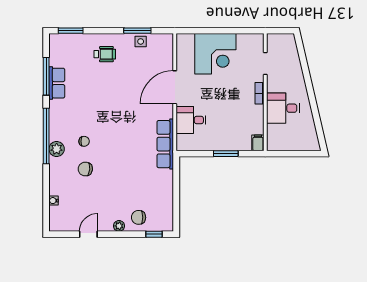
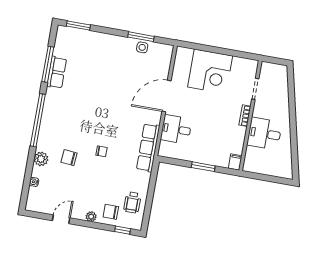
wheelchair: (105, 54) -> (132, 202), moved, turned 90
chair: (84, 141) -> (102, 151), moved
plant: (57, 149) -> (41, 159), moved

